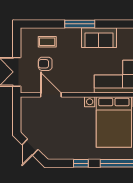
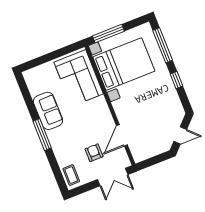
coffee table: (47, 42) -> (71, 175), moved
armchair: (45, 64) -> (94, 153), turned 180

